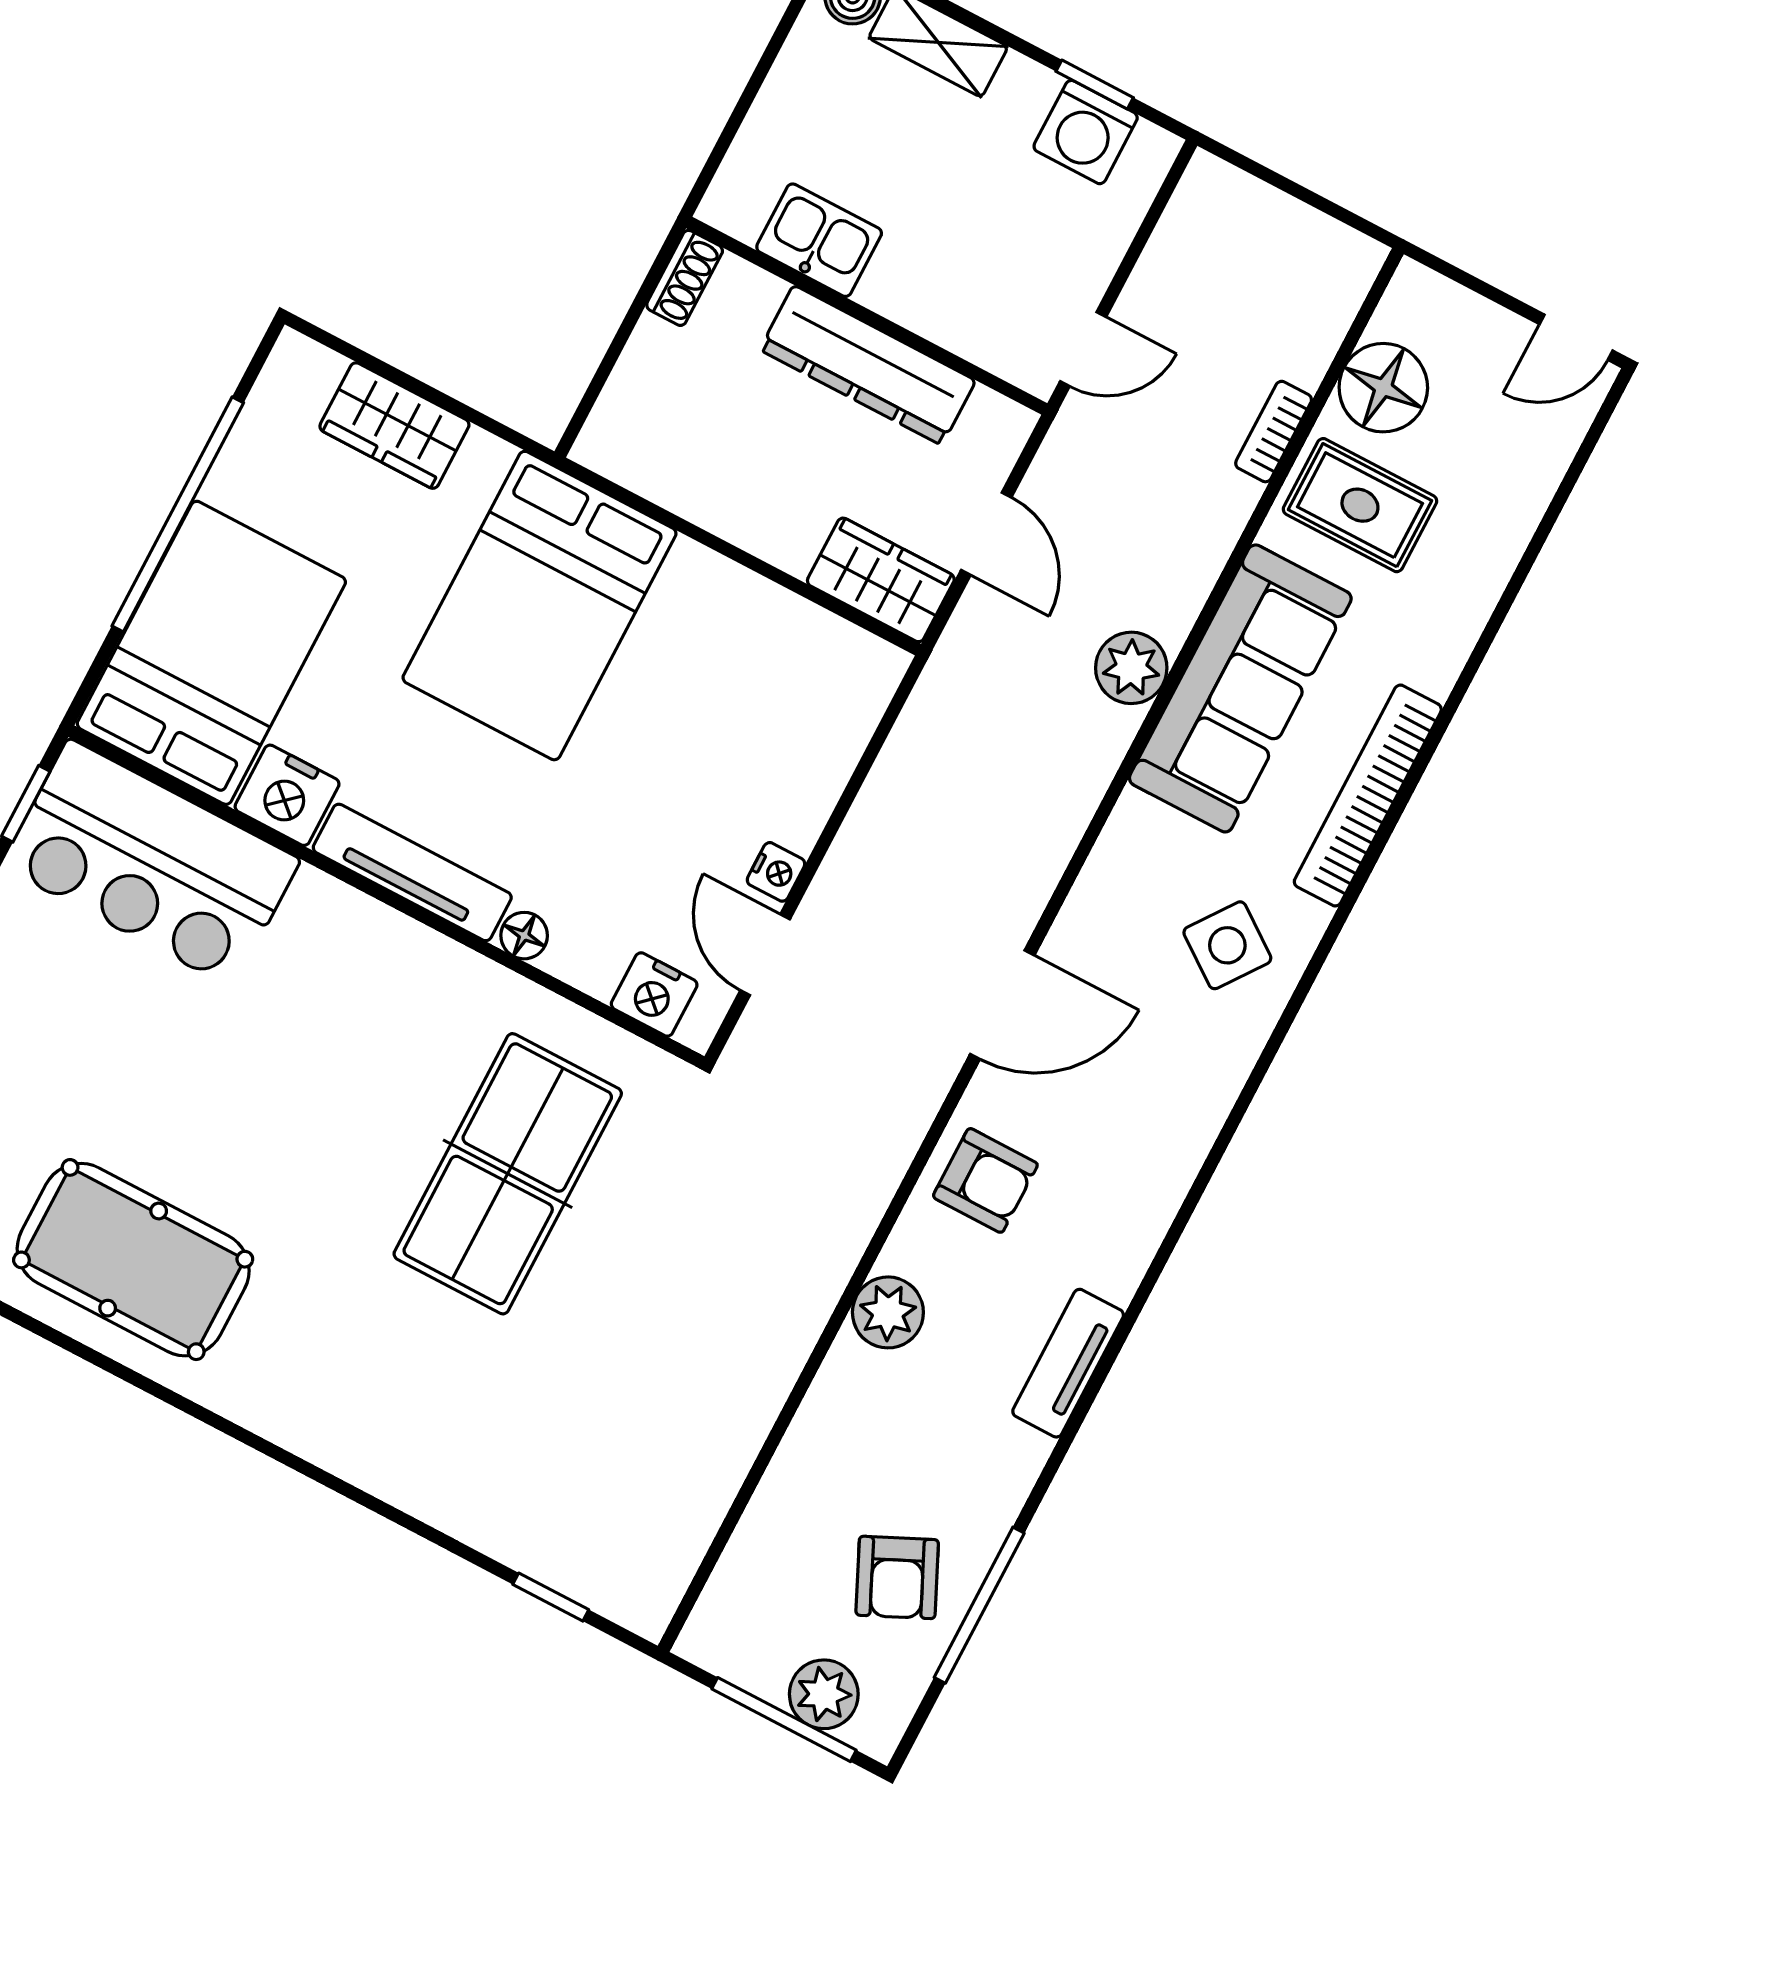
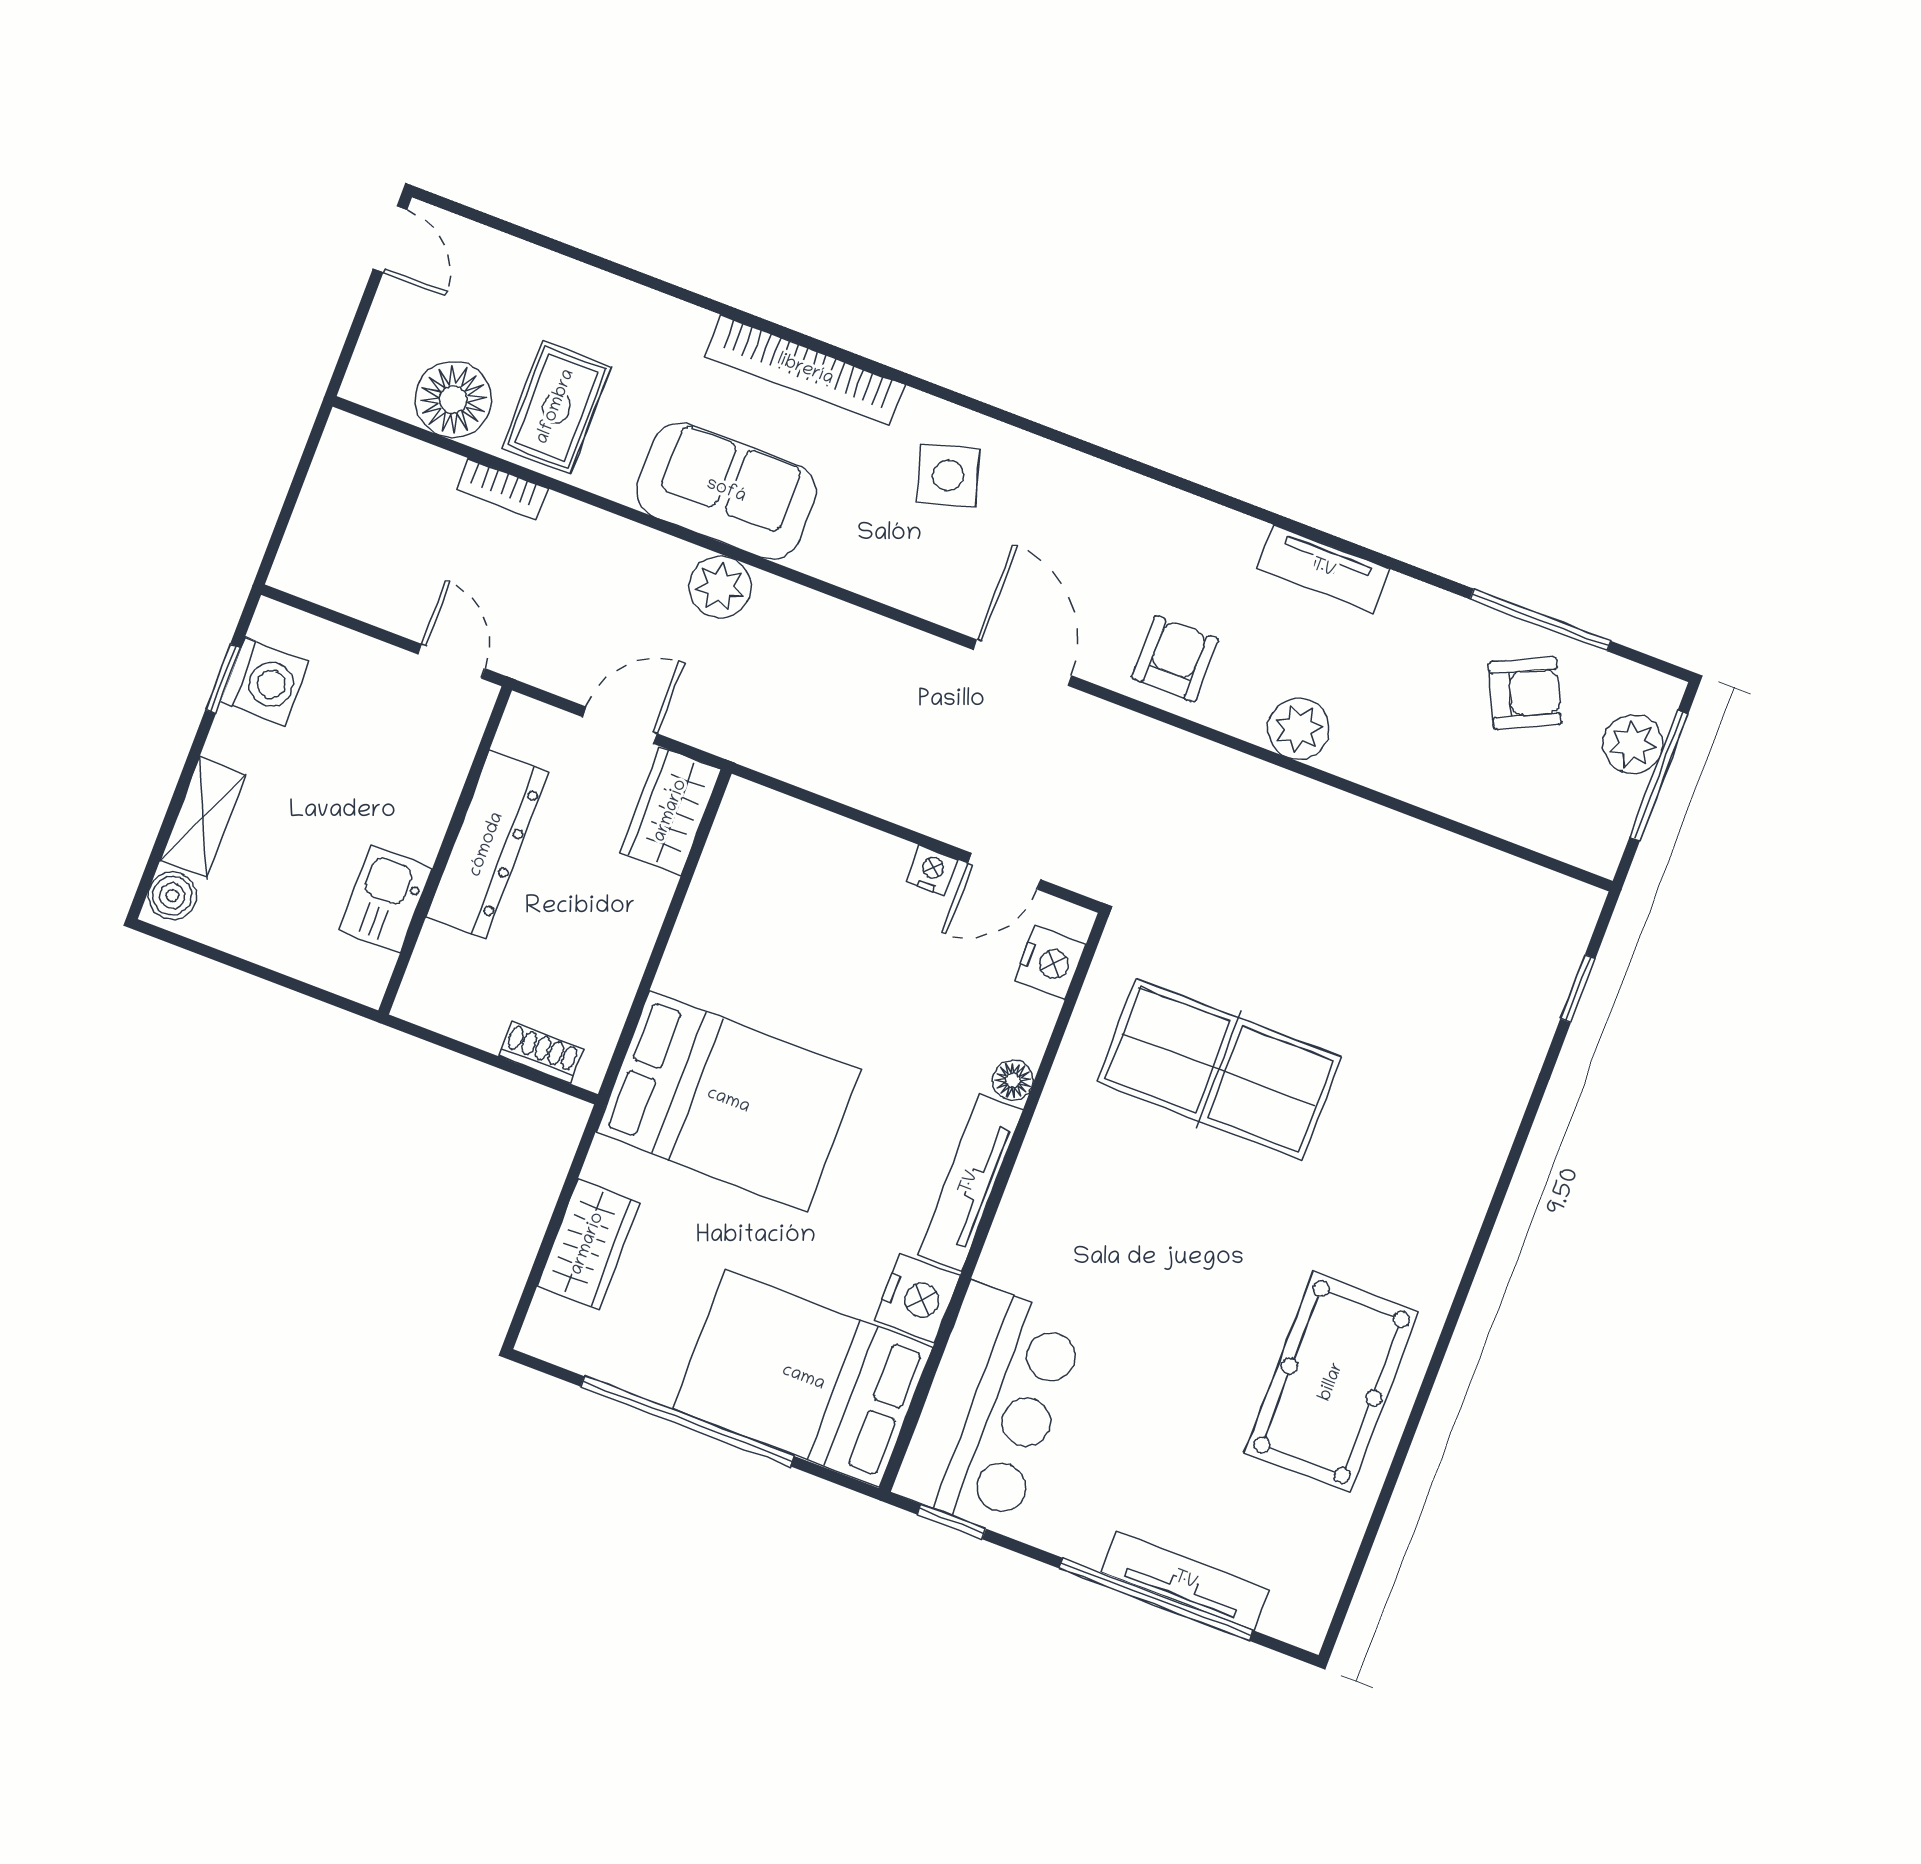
shoe rack: (685, 278) -> (541, 1052), moved
sofa: (1240, 688) -> (726, 491), width x0.73
side table: (1227, 945) -> (948, 475), turned 38

